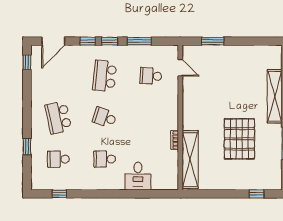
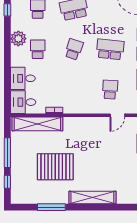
desk: (165, 176) -> (23, 102), added
plant: (92, 181) -> (18, 39), added
window: (223, 194) -> (7, 153), added

